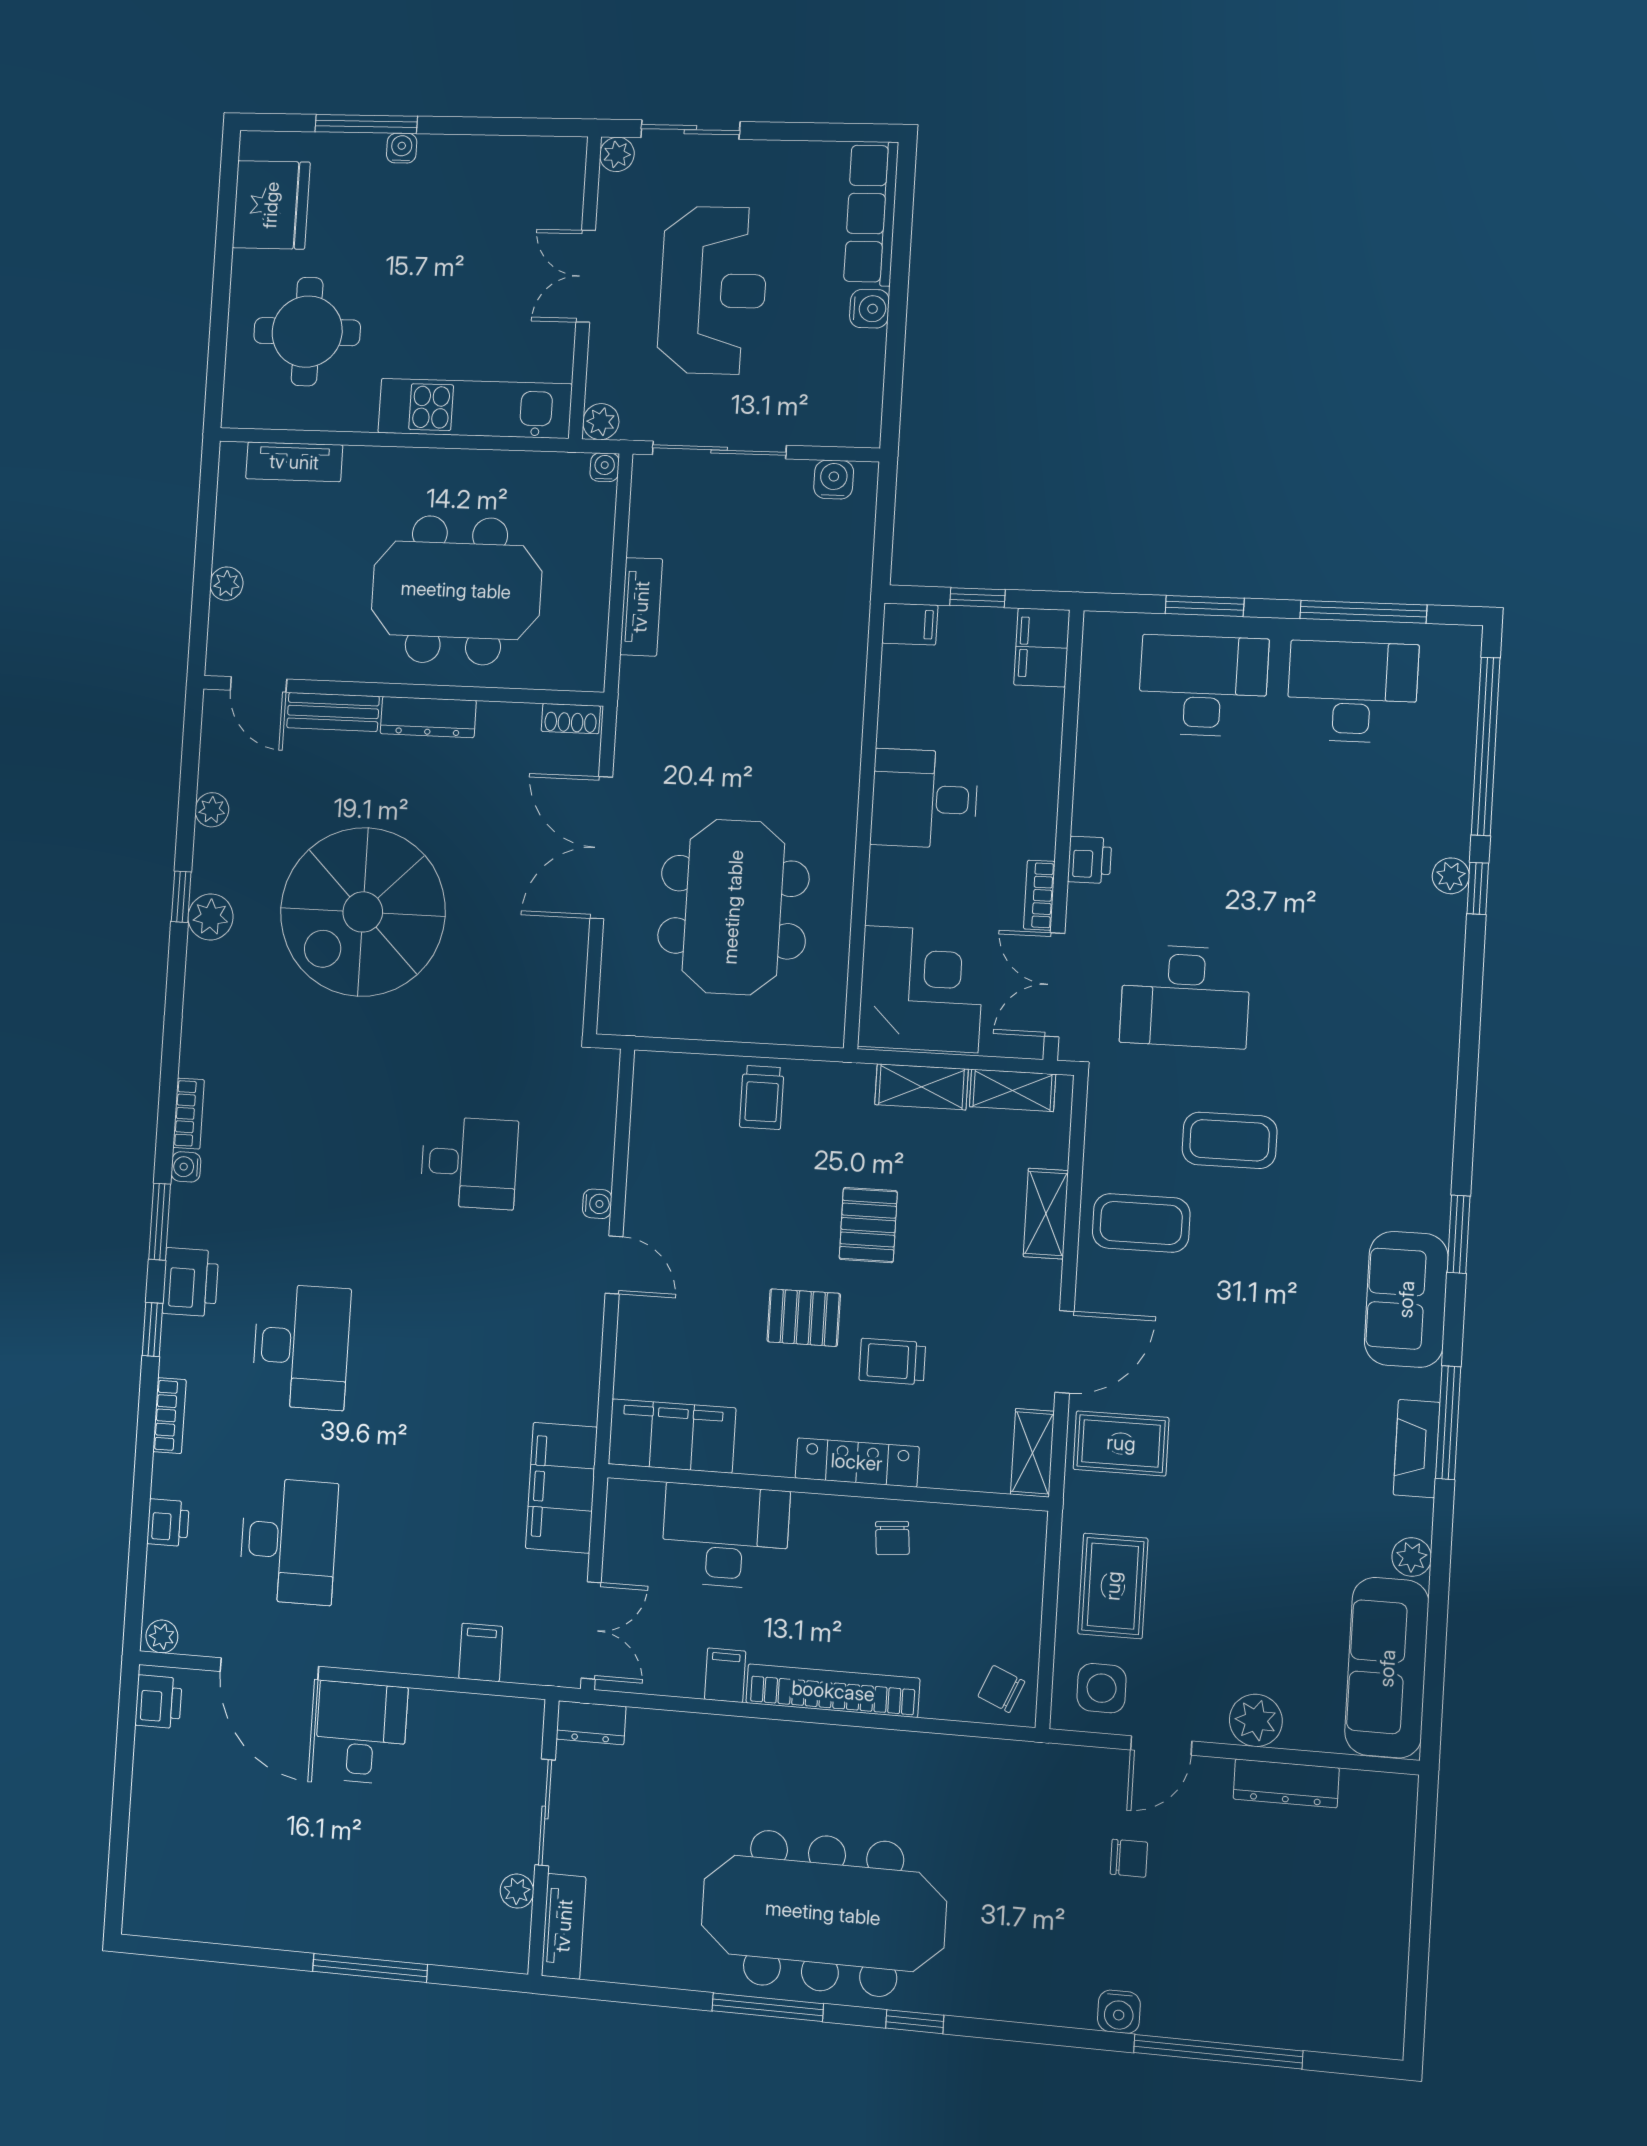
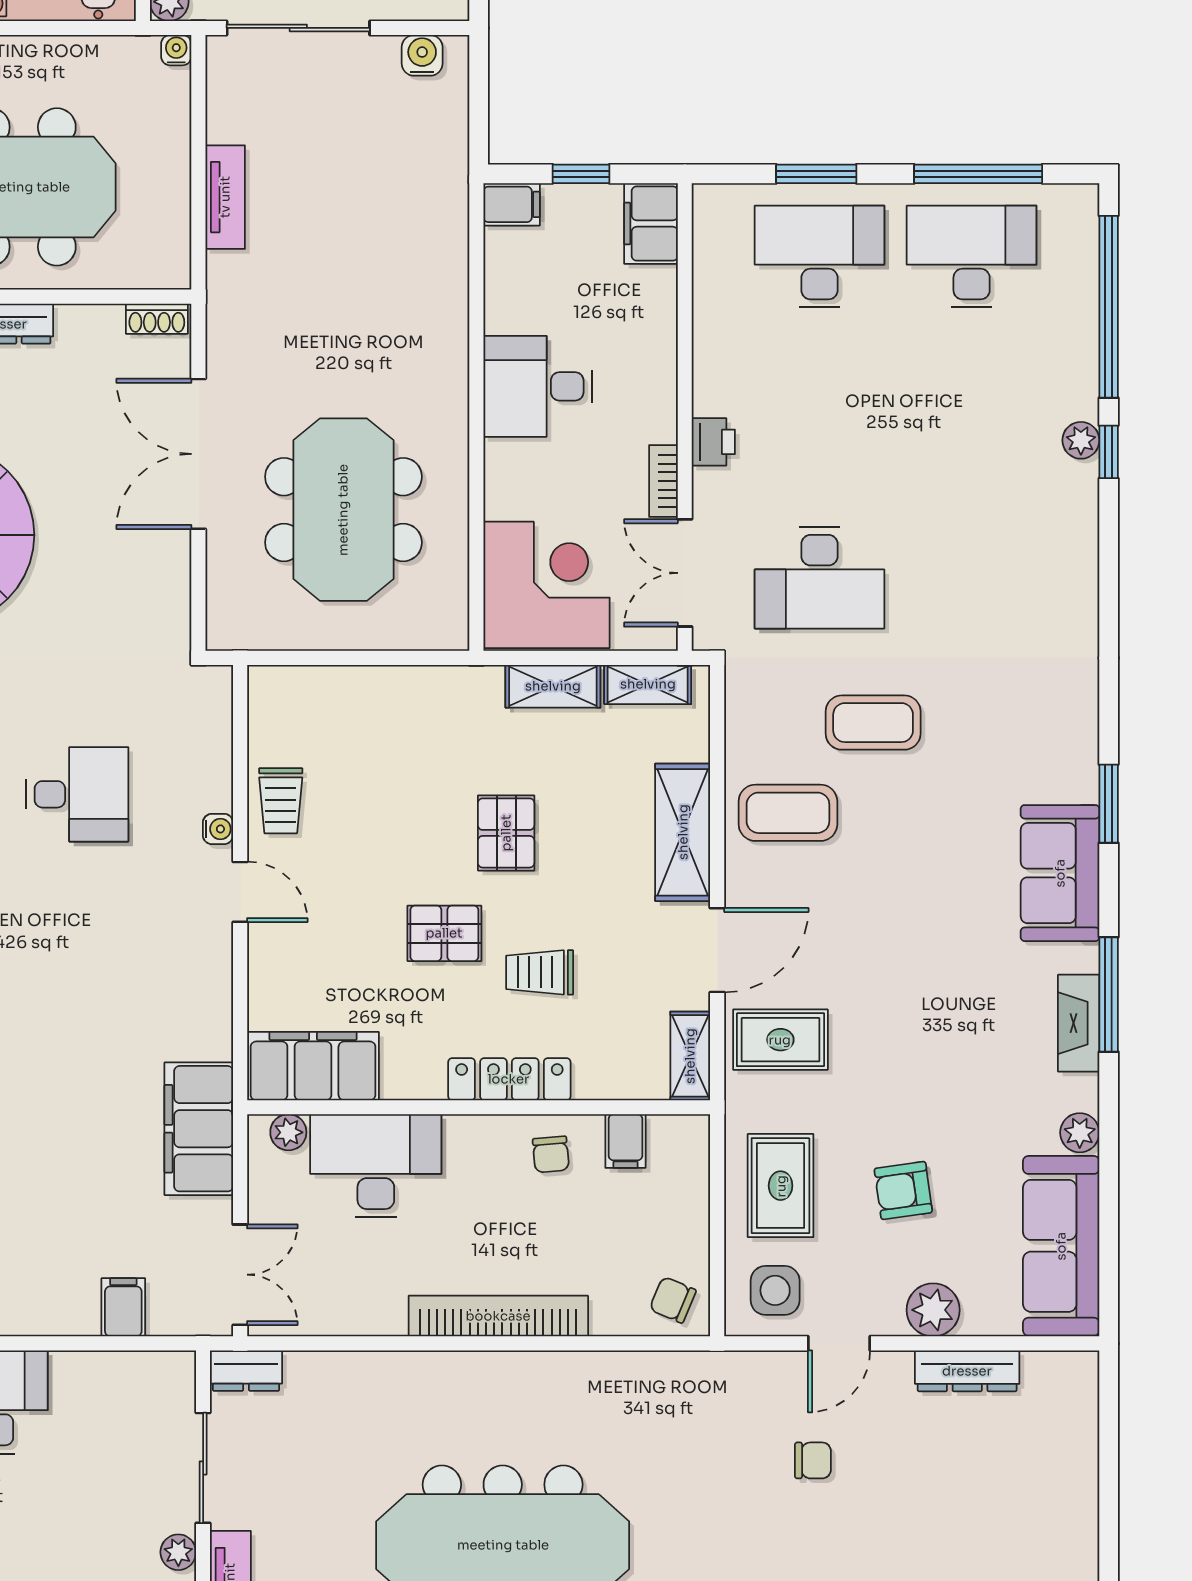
trolley: (762, 1097) -> (281, 801), moved
shelving: (1046, 1214) -> (683, 832), width x1.50, depth x1.33
plant: (645, 1498) -> (288, 1132), added
armchair: (1233, 1600) -> (903, 1190), added
filing cabinet: (725, 1675) -> (625, 1141), moved, turned 180

